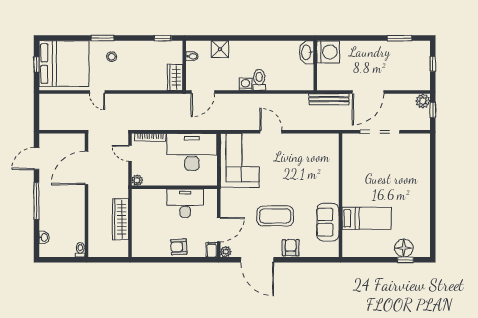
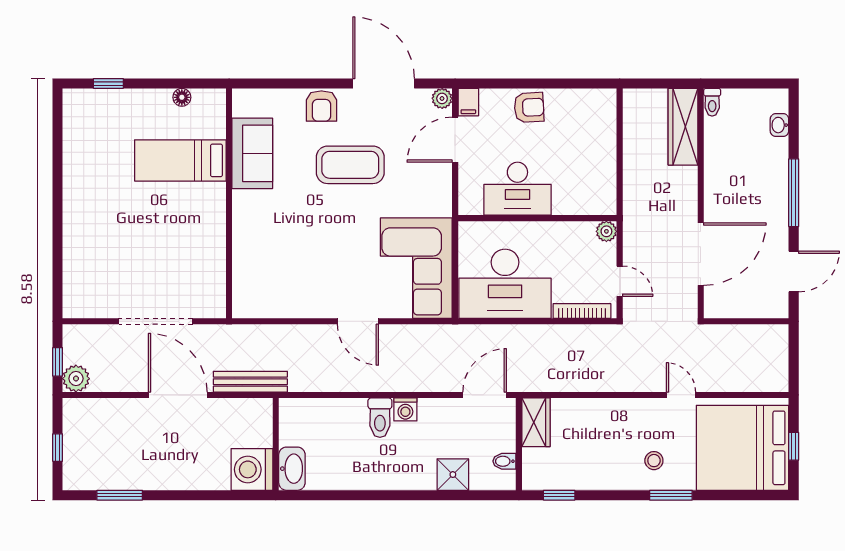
door: (368, 92) -> (178, 395), hinge flipped
wardrobe: (121, 219) -> (683, 127), moved, turned 180
floor lamp: (404, 248) -> (182, 97), moved, width x0.53, depth x0.53

